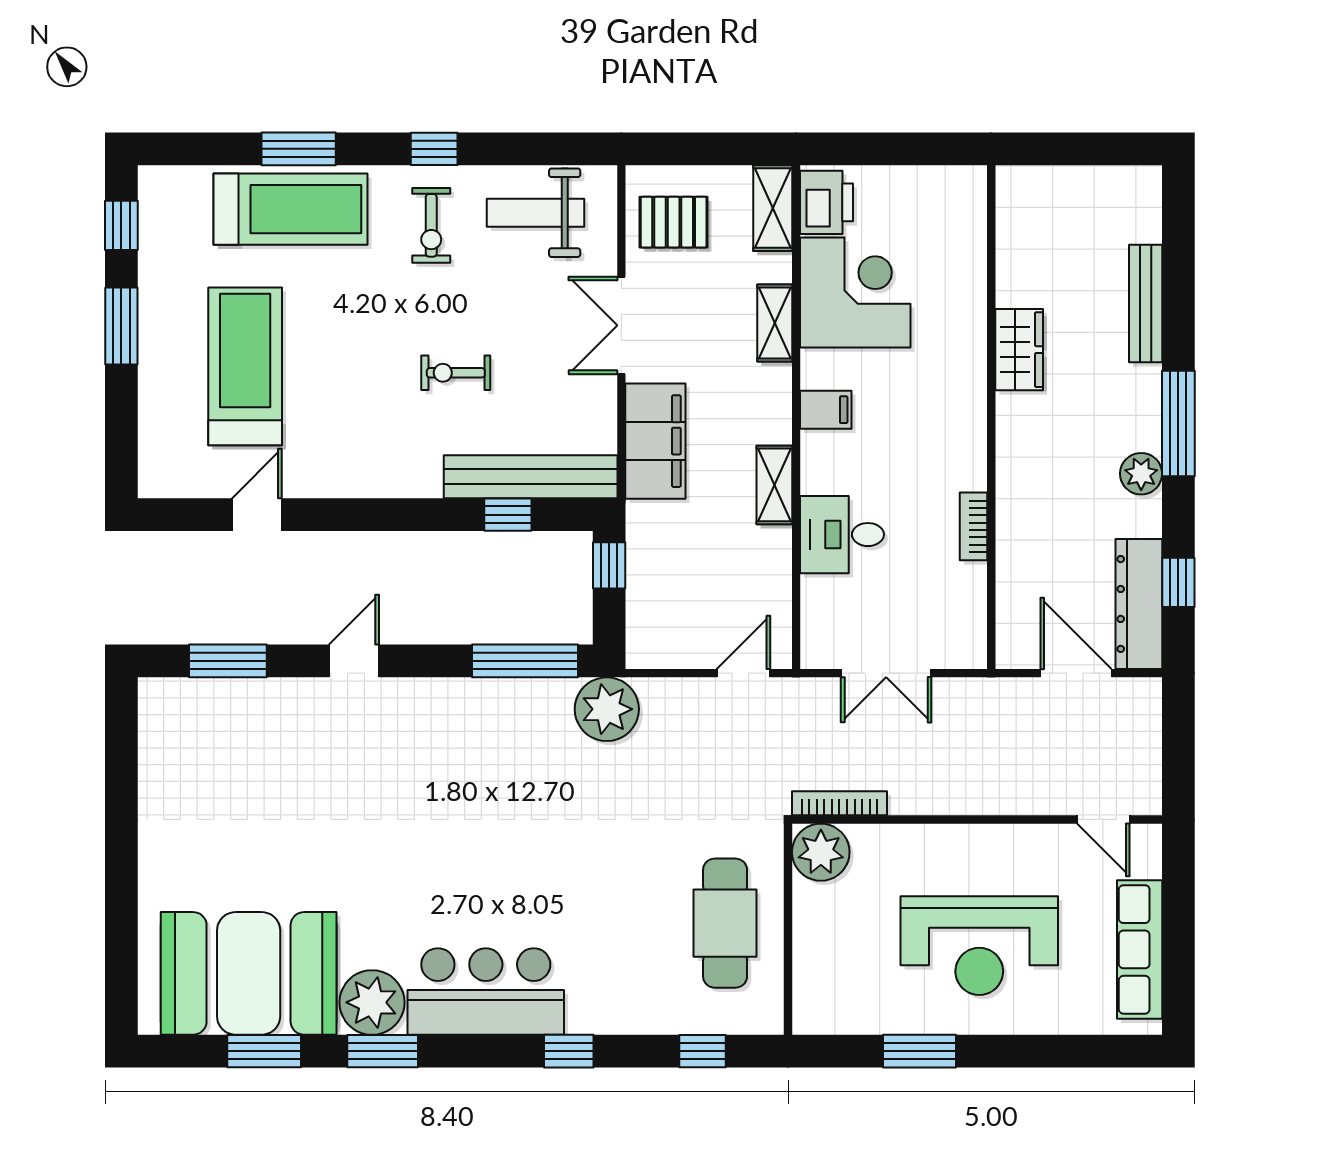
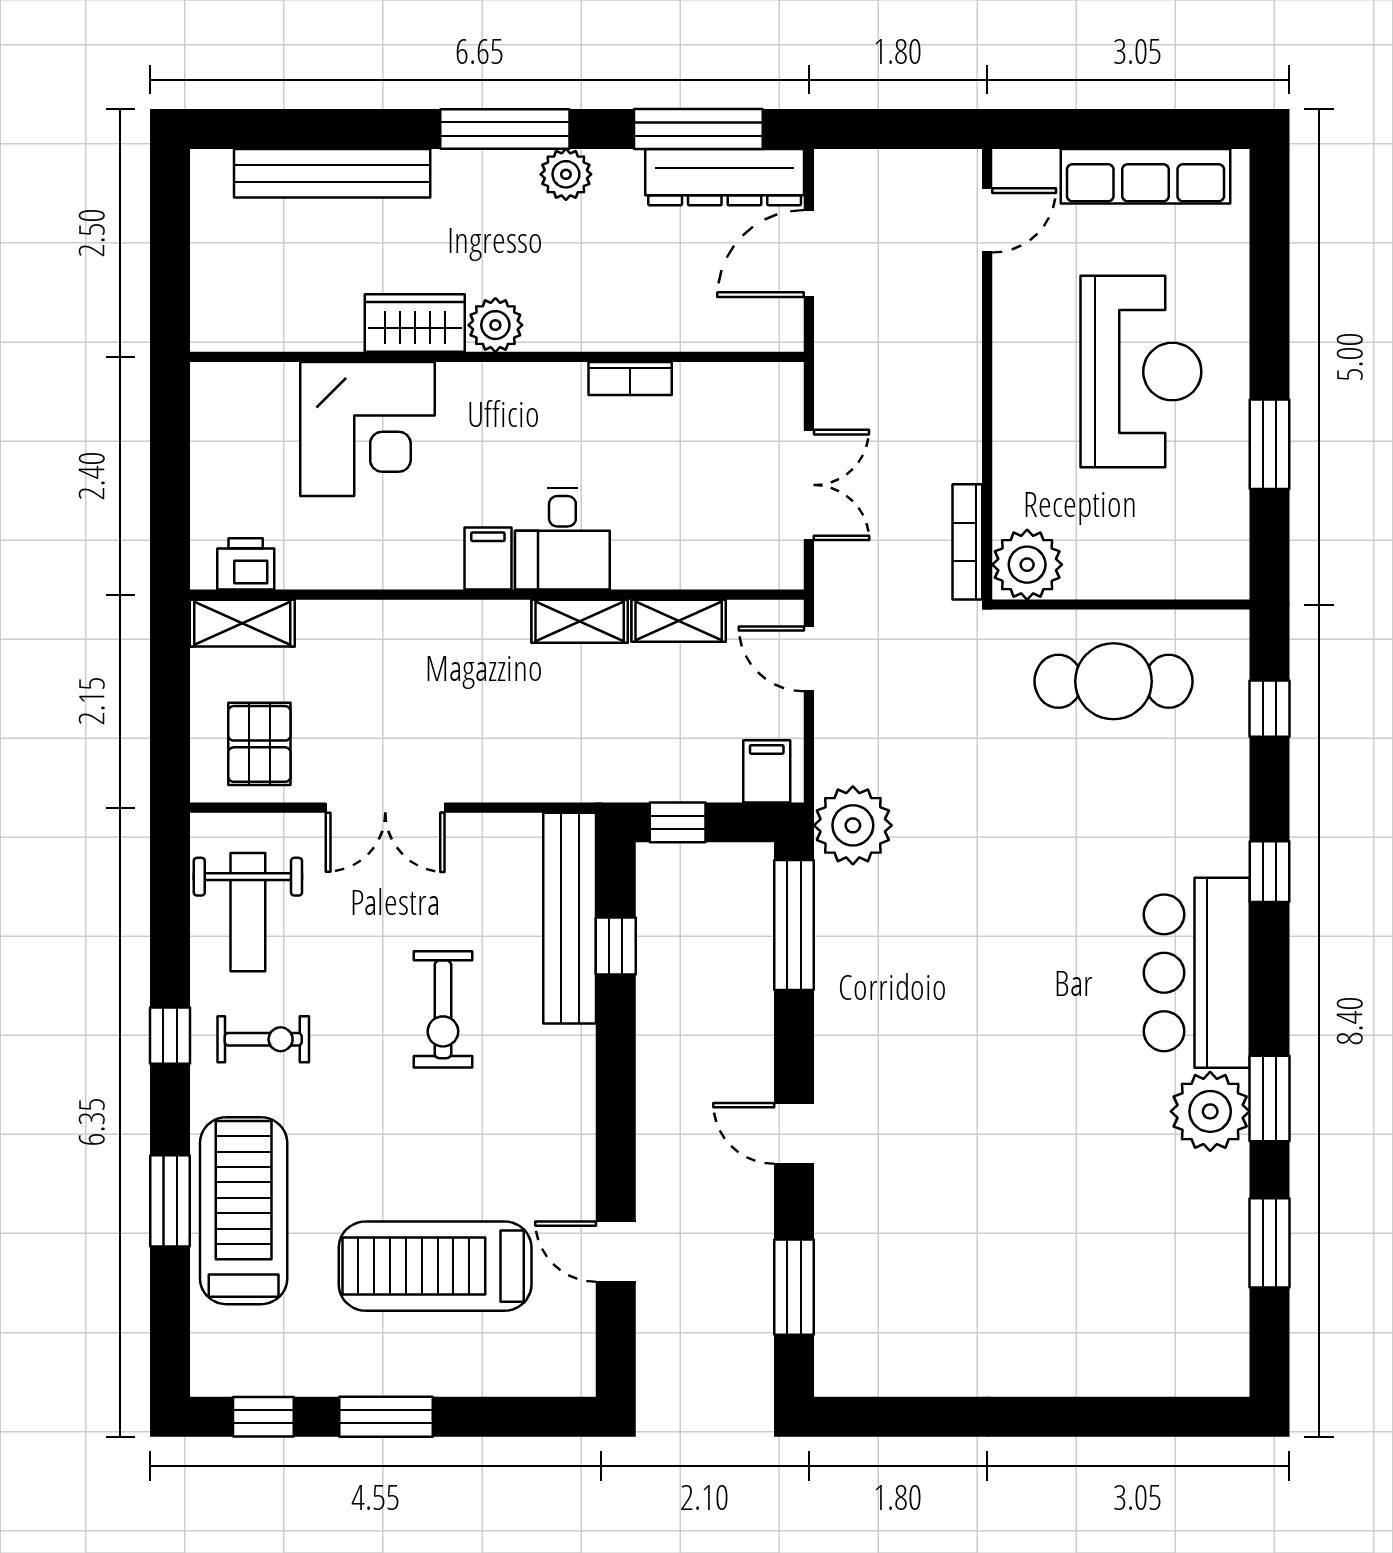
printer: (827, 202) -> (246, 564), width x0.73, depth x0.81
corner desk: (855, 292) -> (368, 429), moved, turned 180
bench: (1146, 303) -> (332, 173), width x1.37, depth x1.21
shelving: (775, 323) -> (679, 621), moved
exercise bike: (456, 373) -> (443, 1009), width x1.38, depth x1.39
plant: (1017, 416) -> (495, 325), added
filing cabinet: (655, 441) -> (767, 771), moved, width x0.33, depth x0.86
desk: (842, 535) -> (562, 539), moved
window: (1178, 582) -> (698, 129), width x2.17
booth: (249, 973) -> (1175, 1262), removed

